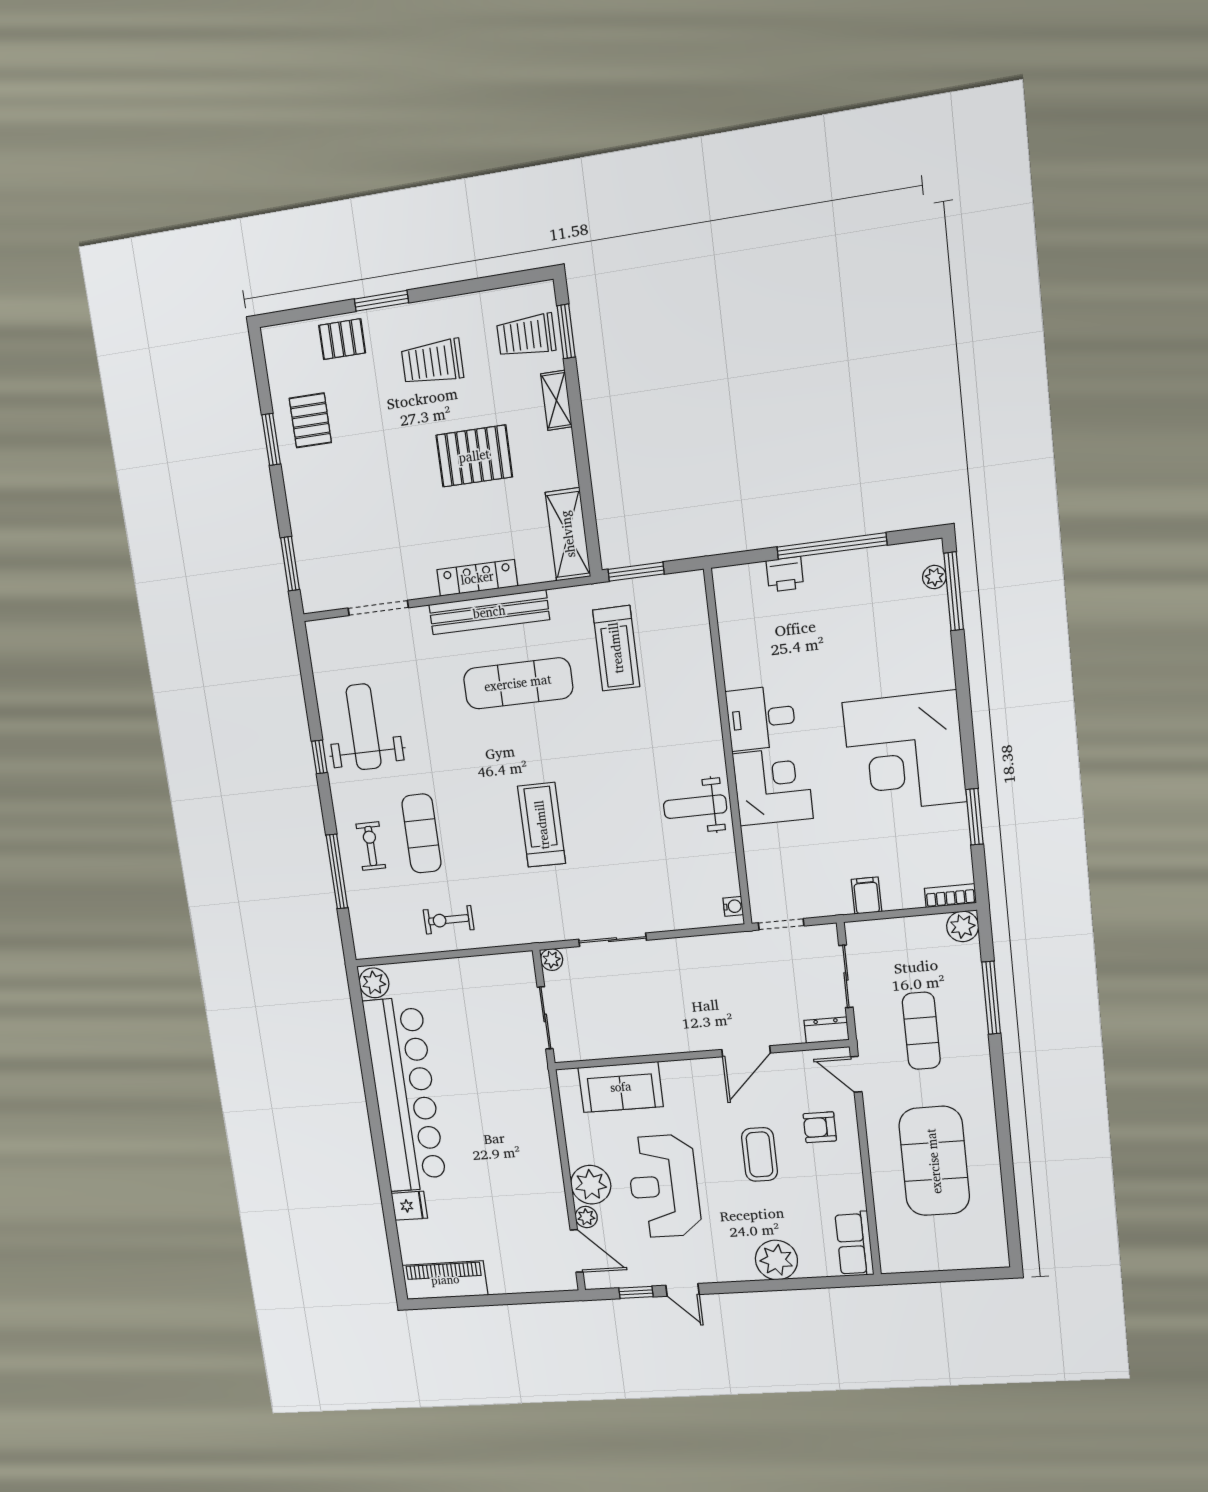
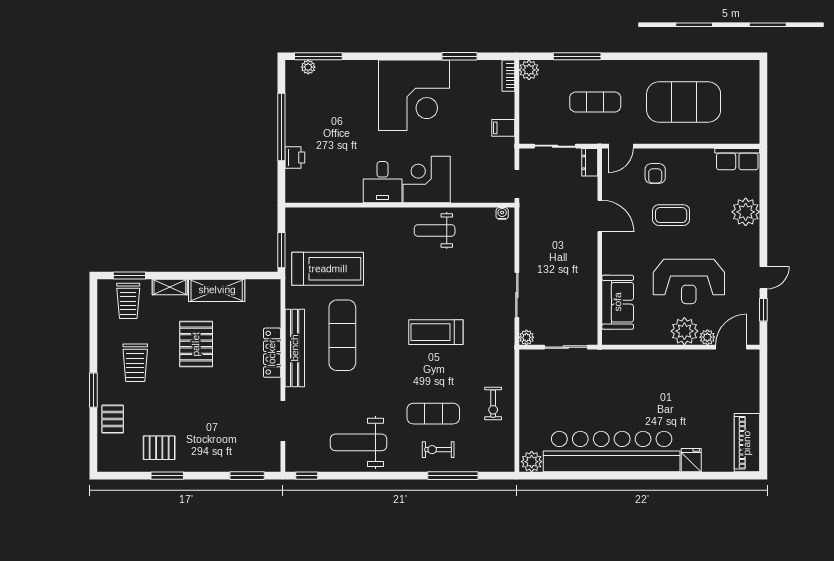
shelving: (568, 534) -> (217, 290), moved
treadmill: (616, 648) -> (328, 269), width x1.37, depth x1.38
window: (319, 757) -> (307, 476), moved
weight bench: (695, 807) -> (435, 230), turned 90

